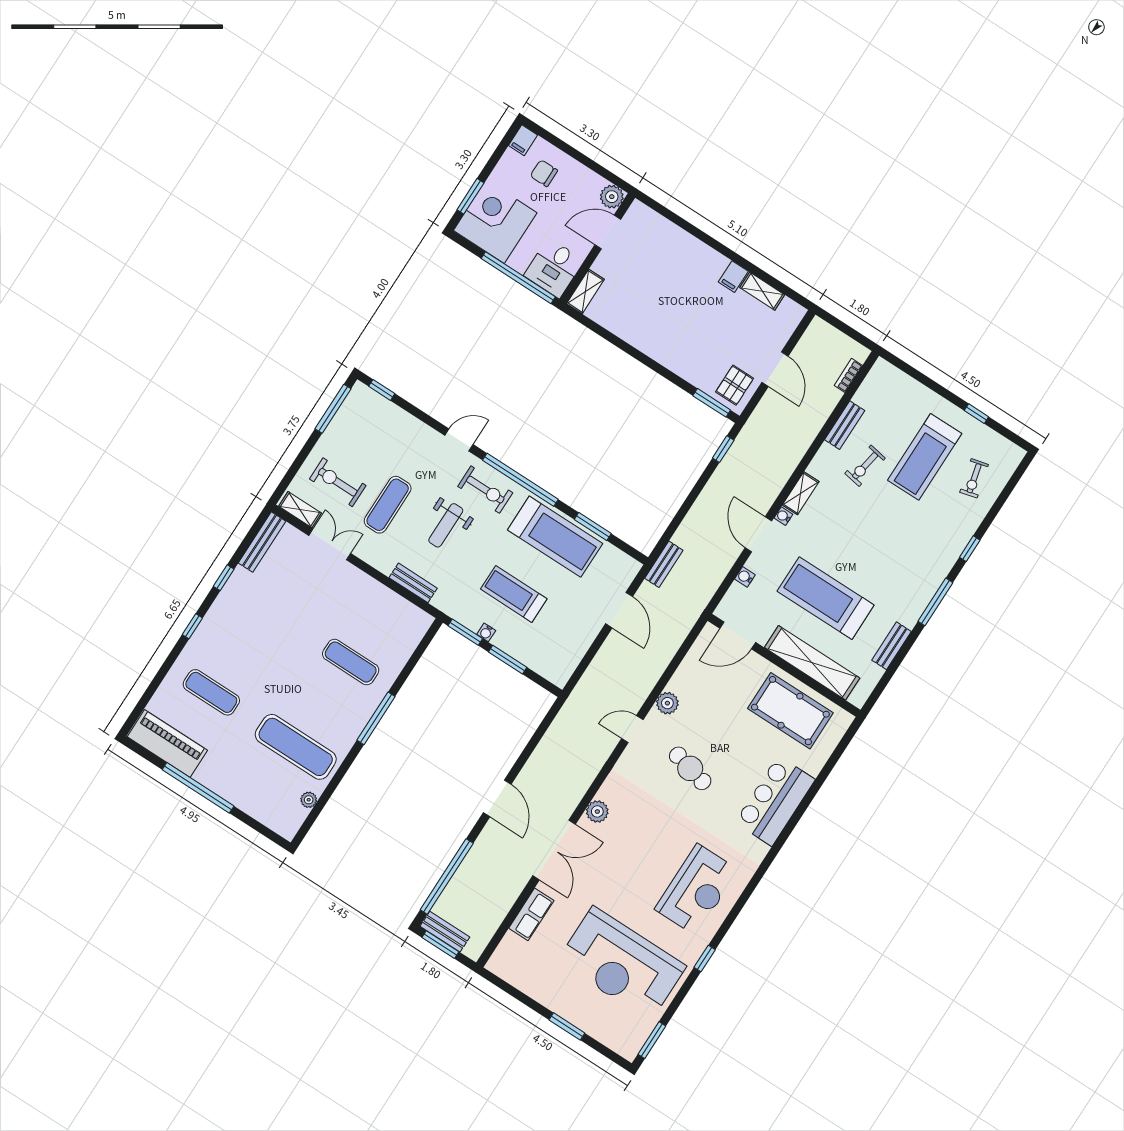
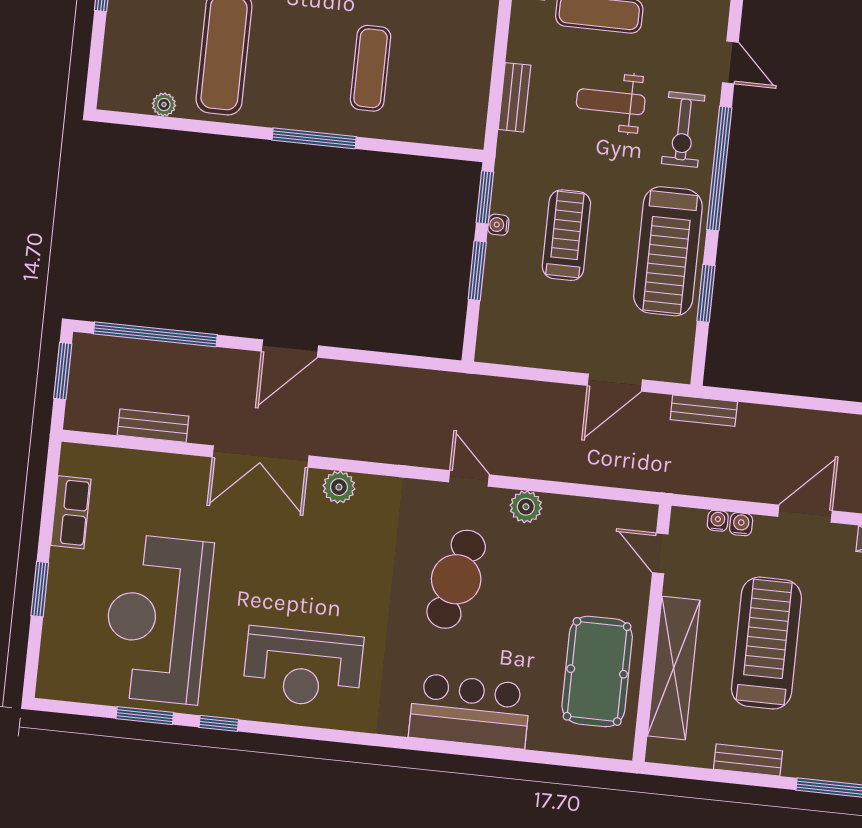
water cooler: (783, 516) -> (718, 521), moved
door: (738, 635) -> (660, 553), width x0.73
cafe table: (690, 768) -> (456, 579), width x1.37, depth x1.35
row of seats: (531, 914) -> (71, 512), moved, turned -90
bench: (445, 932) -> (153, 426), moved, turned 90
window: (652, 1040) -> (145, 716), moved

